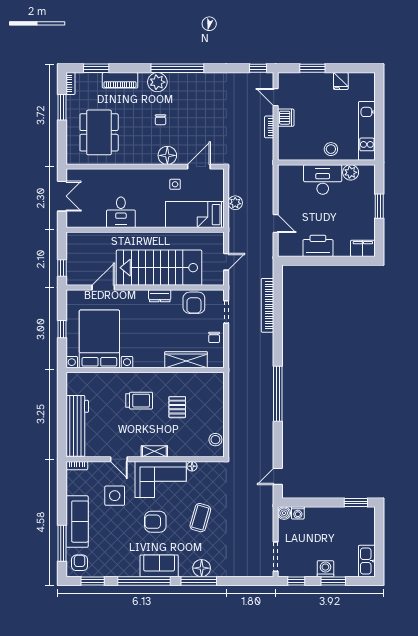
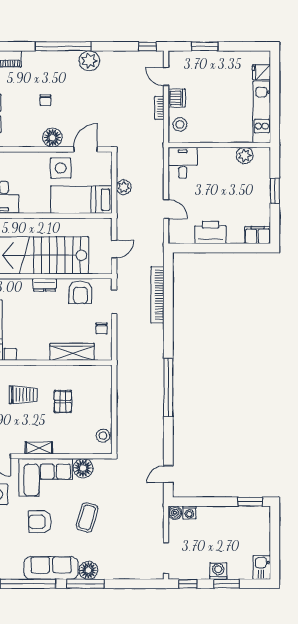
fridge: (341, 81) -> (261, 72), moved, turned 90
plant: (157, 82) -> (89, 61), moved
stool: (331, 149) -> (180, 124), moved
desk: (323, 179) -> (183, 163), moved, width x0.73
side table: (175, 184) -> (61, 168), width x1.87, depth x1.87
floor lamp: (192, 466) -> (83, 468), width x1.89, depth x1.89
kitchen sink: (367, 561) -> (262, 567), width x0.73
sofa: (159, 566) -> (51, 568), width x1.36

